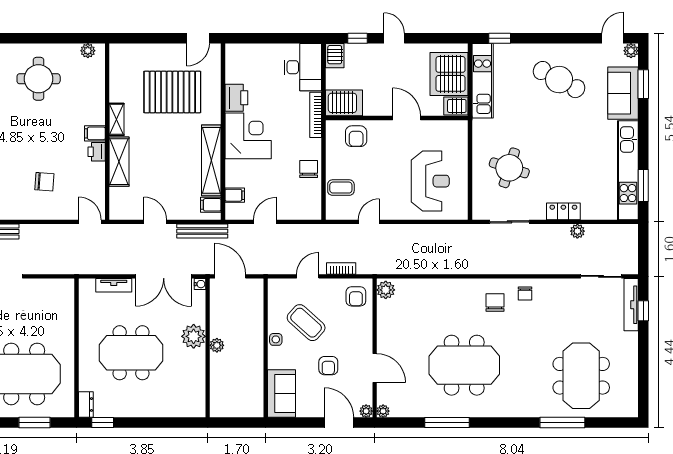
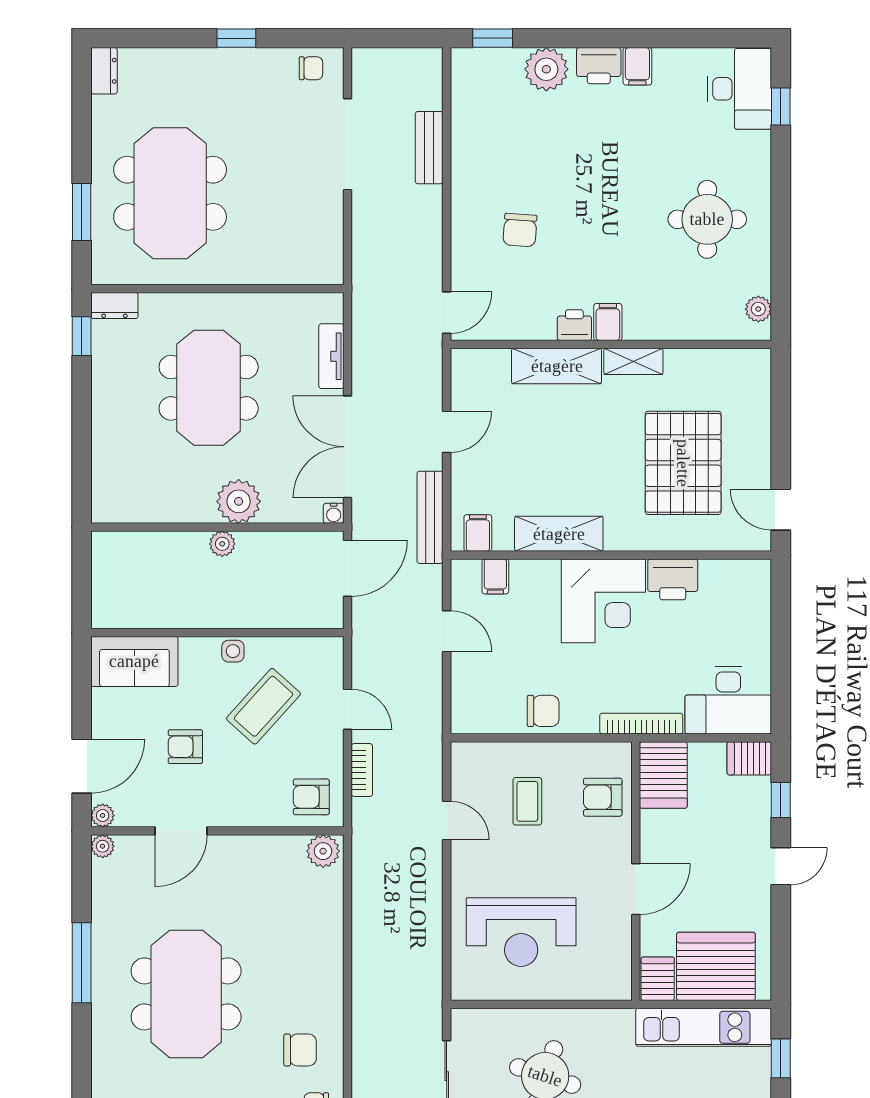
shelving: (211, 160) -> (559, 534), width x0.68
coffee table: (341, 188) -> (527, 801), moved

